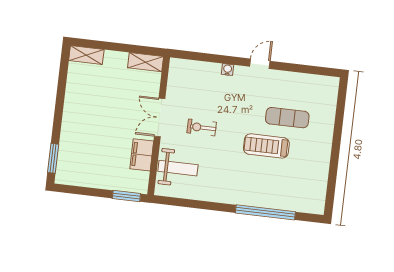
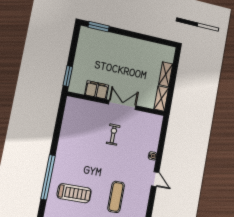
shelving: (86, 55) -> (166, 74), moved
treadmill: (266, 146) -> (74, 193), moved, turned 90
weight bench: (178, 168) -> (85, 115), removed

